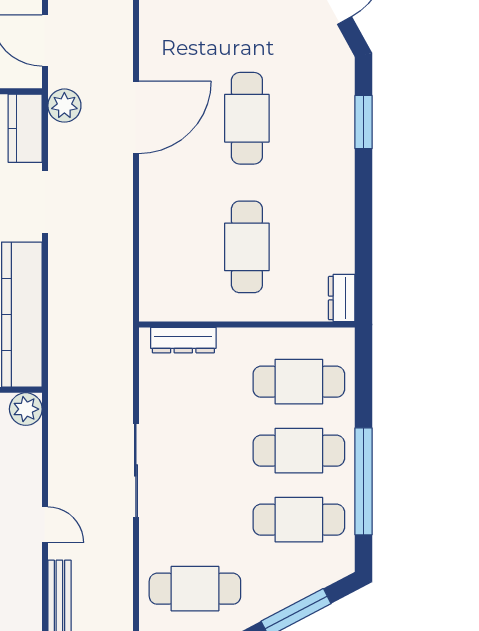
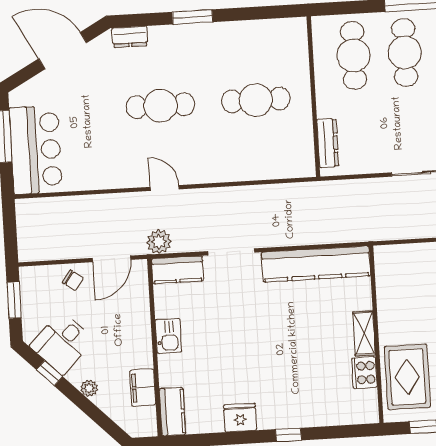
door: (136, 117) -> (165, 188), width x0.53
window: (363, 122) -> (192, 17), moved
dresser: (342, 298) -> (130, 37), moved
plant: (26, 409) -> (386, 257), removed

